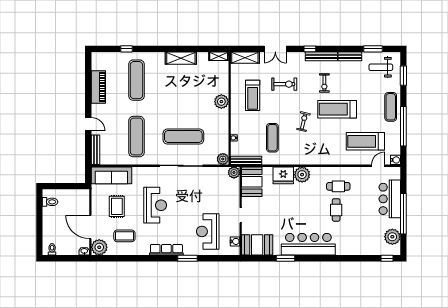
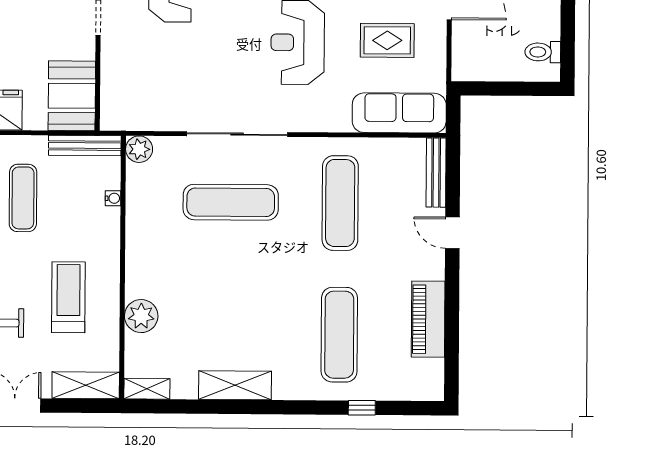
plant: (221, 102) -> (141, 316), moved
plant: (234, 173) -> (113, 117), removed
rug: (117, 206) -> (387, 40), turned 90

